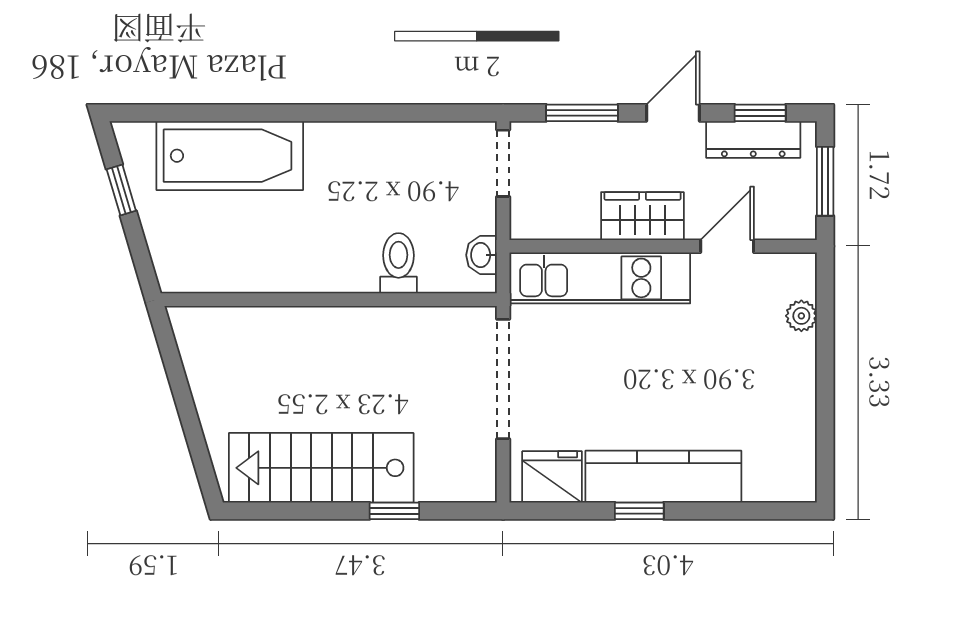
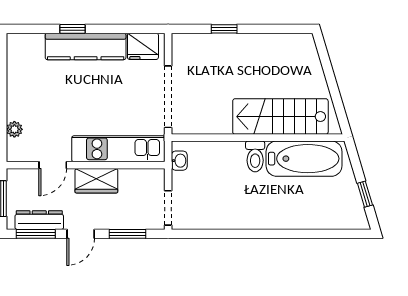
window: (760, 113) -> (36, 234), width x1.50
bathtub: (230, 156) -> (304, 159), moved, turned 180
toilet: (398, 263) -> (255, 156), moved
stairs: (321, 468) -> (280, 117), moved, turned 180
window: (639, 511) -> (73, 29), moved

